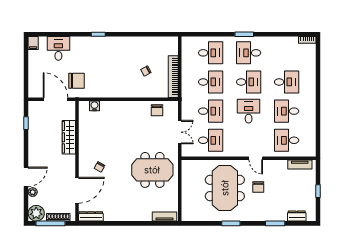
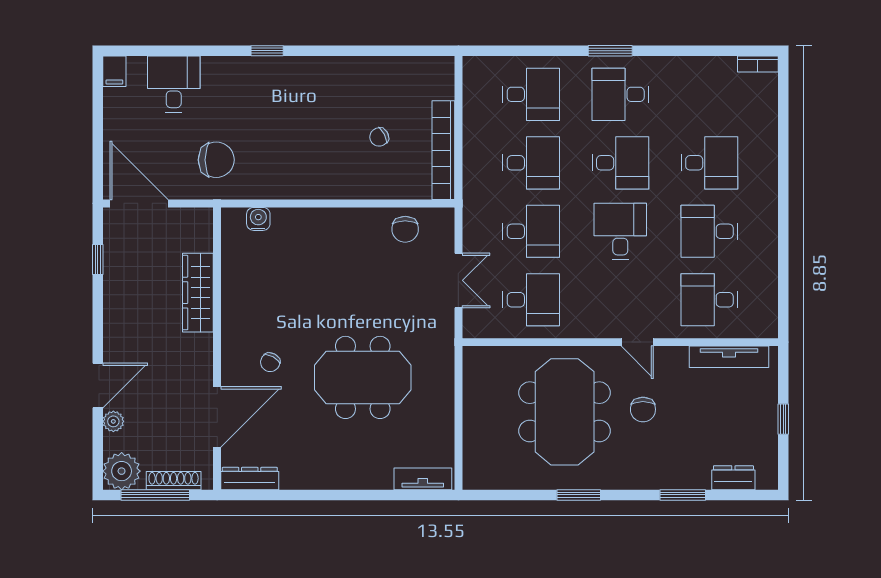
door: (56, 99) -> (139, 203), moved
tv unit: (300, 165) -> (729, 357), width x1.41
meeting table: (152, 170) -> (363, 377), moved

